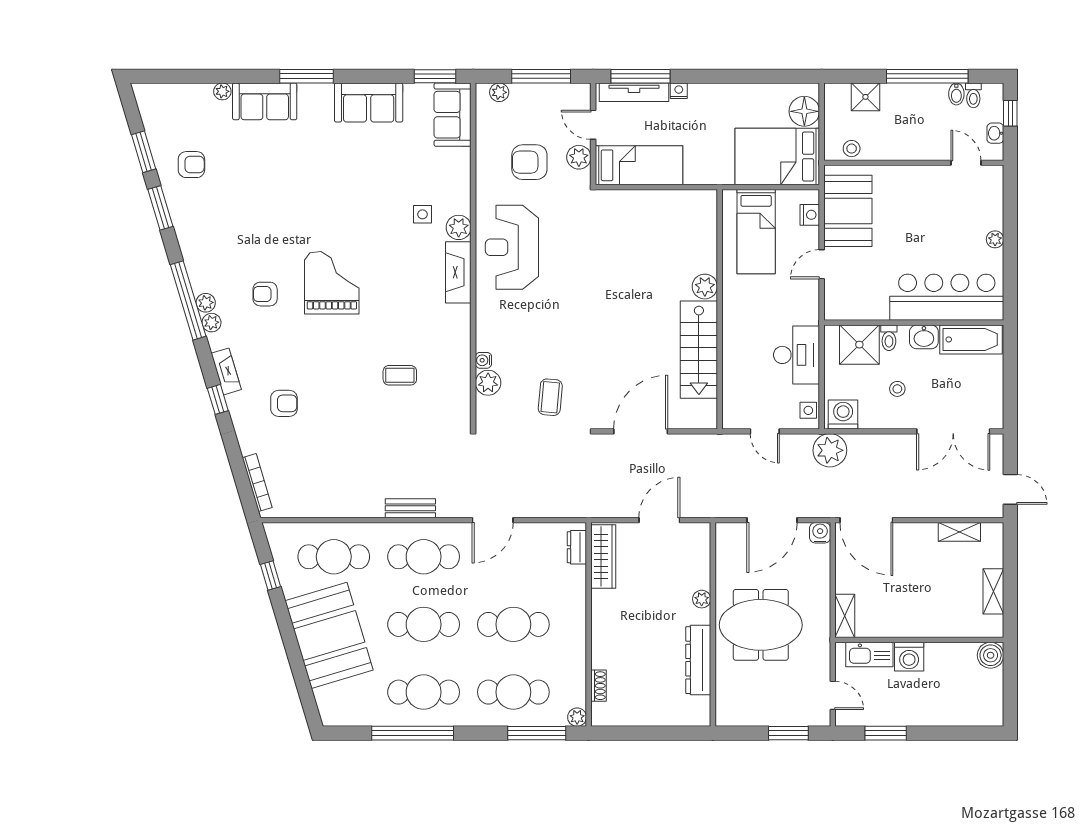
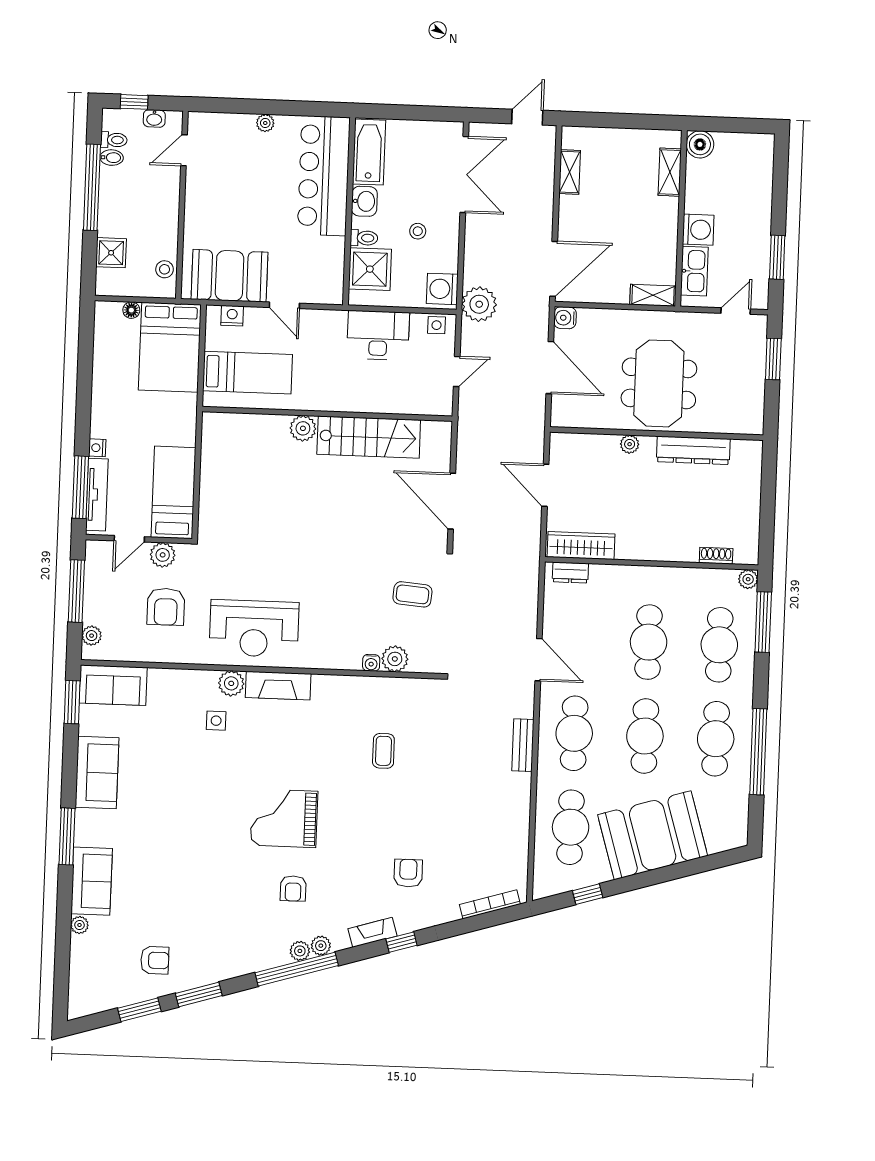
floor lamp: (804, 111) -> (131, 310), width x0.53, depth x0.53
armchair: (191, 165) -> (155, 960), turned 90
shelving: (993, 591) -> (670, 172), moved, turned 90

